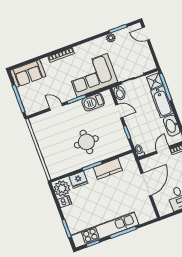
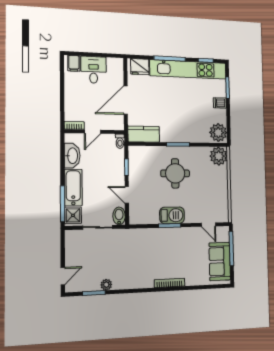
door: (146, 34) -> (63, 276), hinge flipped
sofa: (28, 73) -> (220, 261), moved, turned -90
corner sofa: (92, 75) -> (143, 247), removed
barbecue: (93, 102) -> (172, 215), moved
door: (56, 107) -> (208, 225), moved
plant: (55, 169) -> (219, 156), added
kitchen counter: (108, 169) -> (144, 134), moved
fridge: (78, 180) -> (140, 67), moved, turned 180
dishwasher: (65, 202) -> (220, 103), moved

